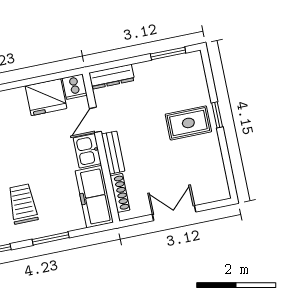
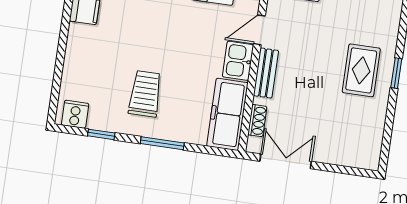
rug: (188, 123) -> (361, 70), turned 90
shoe rack: (120, 193) -> (257, 121), width x0.70
double door: (174, 213) -> (286, 161), moved

